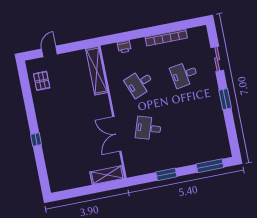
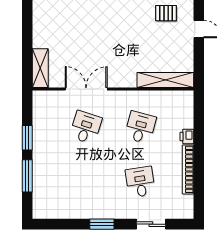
printer: (124, 47) -> (187, 136), moved
desk: (140, 83) -> (140, 127), turned 36
window: (210, 166) -> (27, 176), moved

